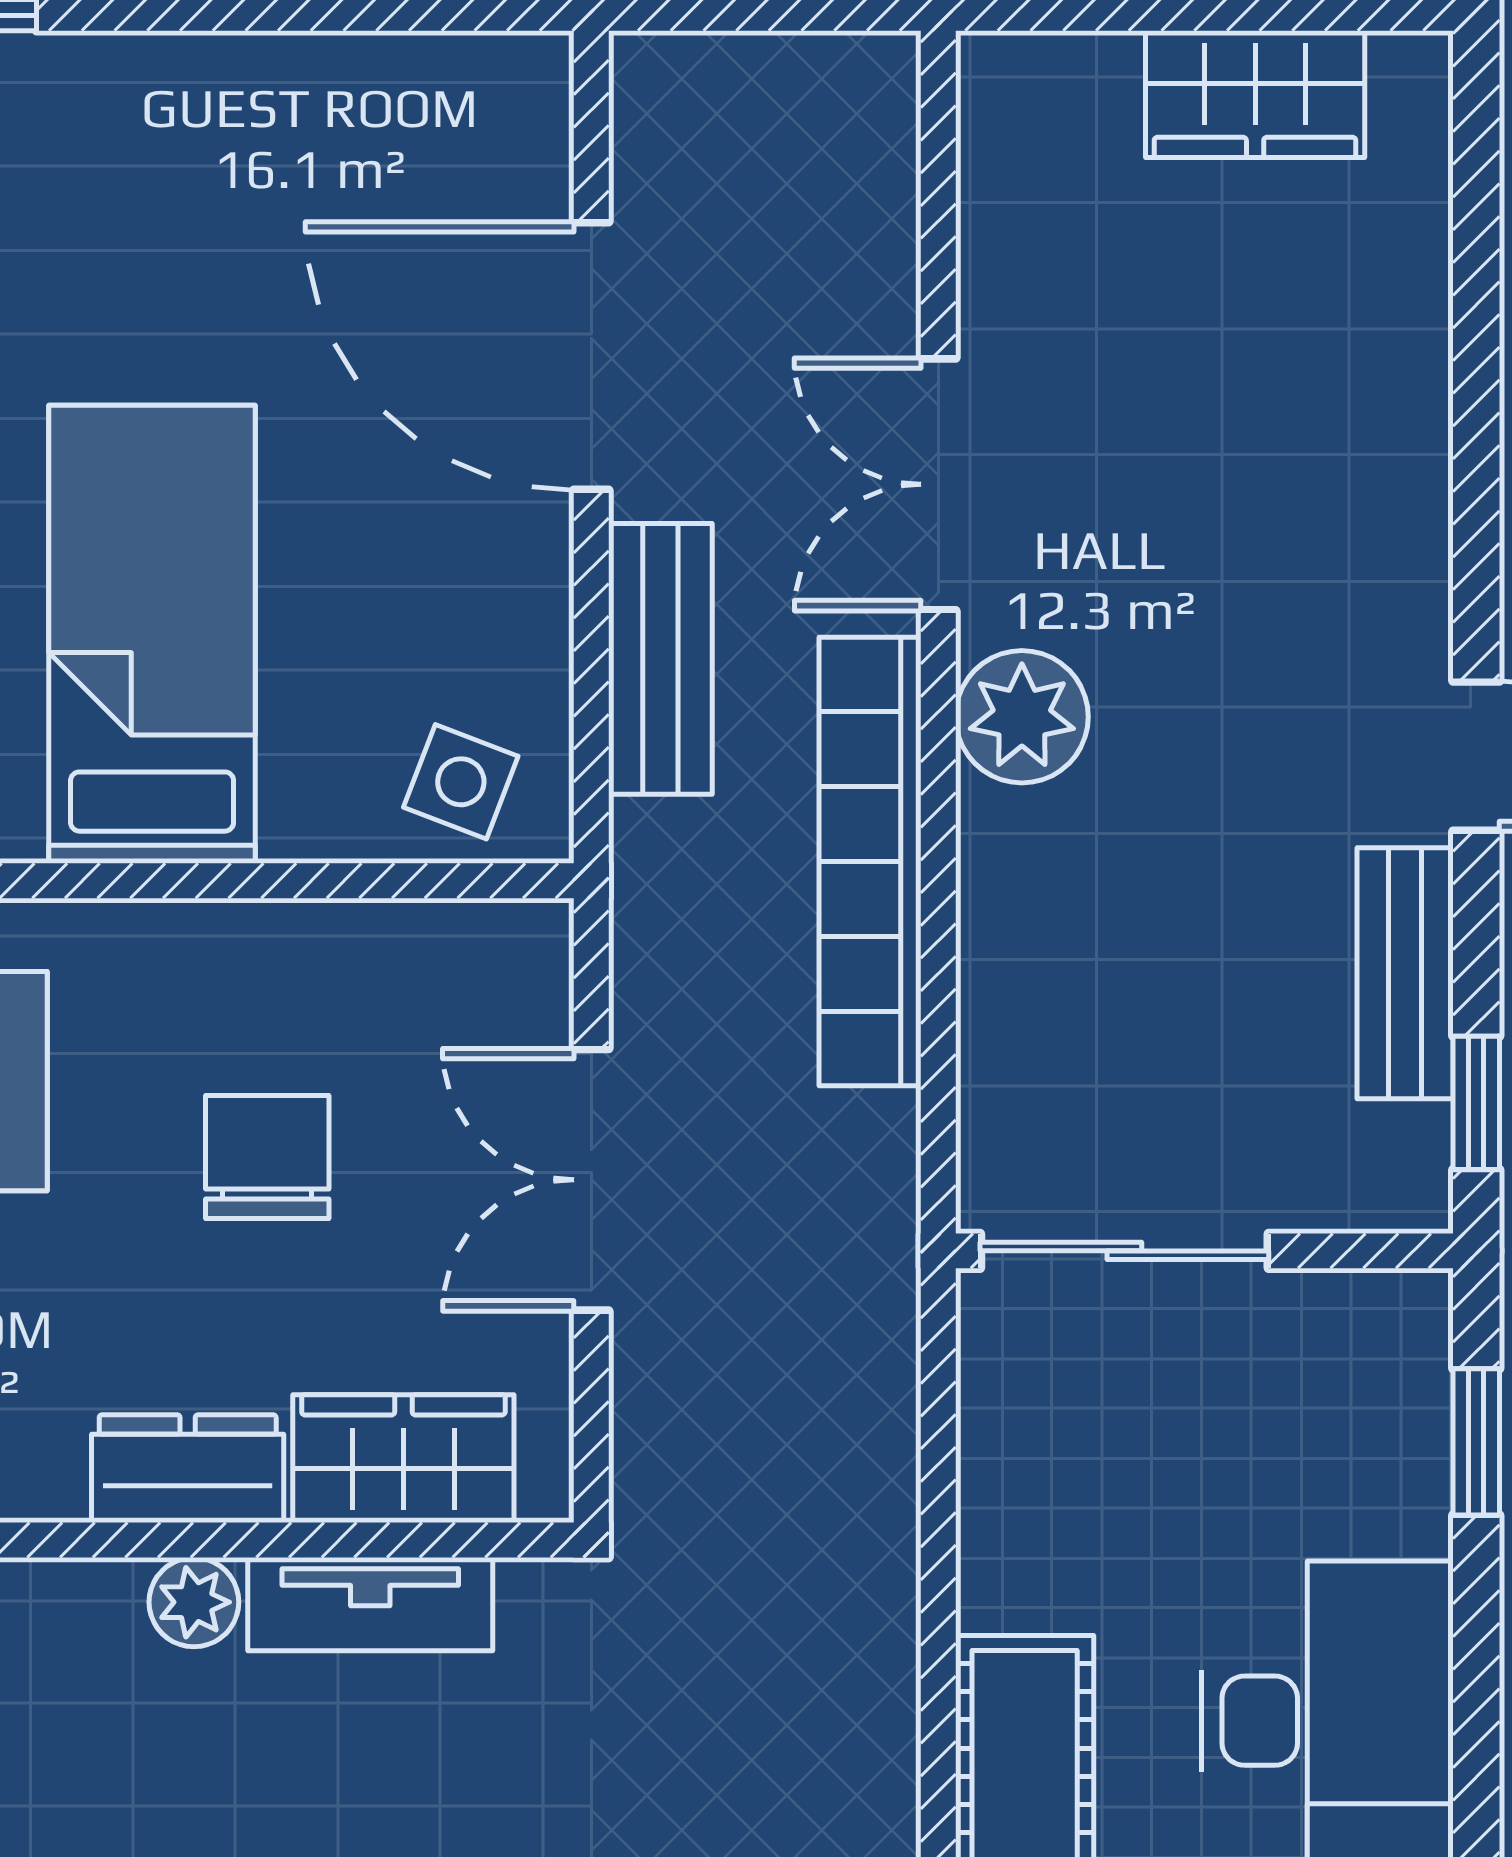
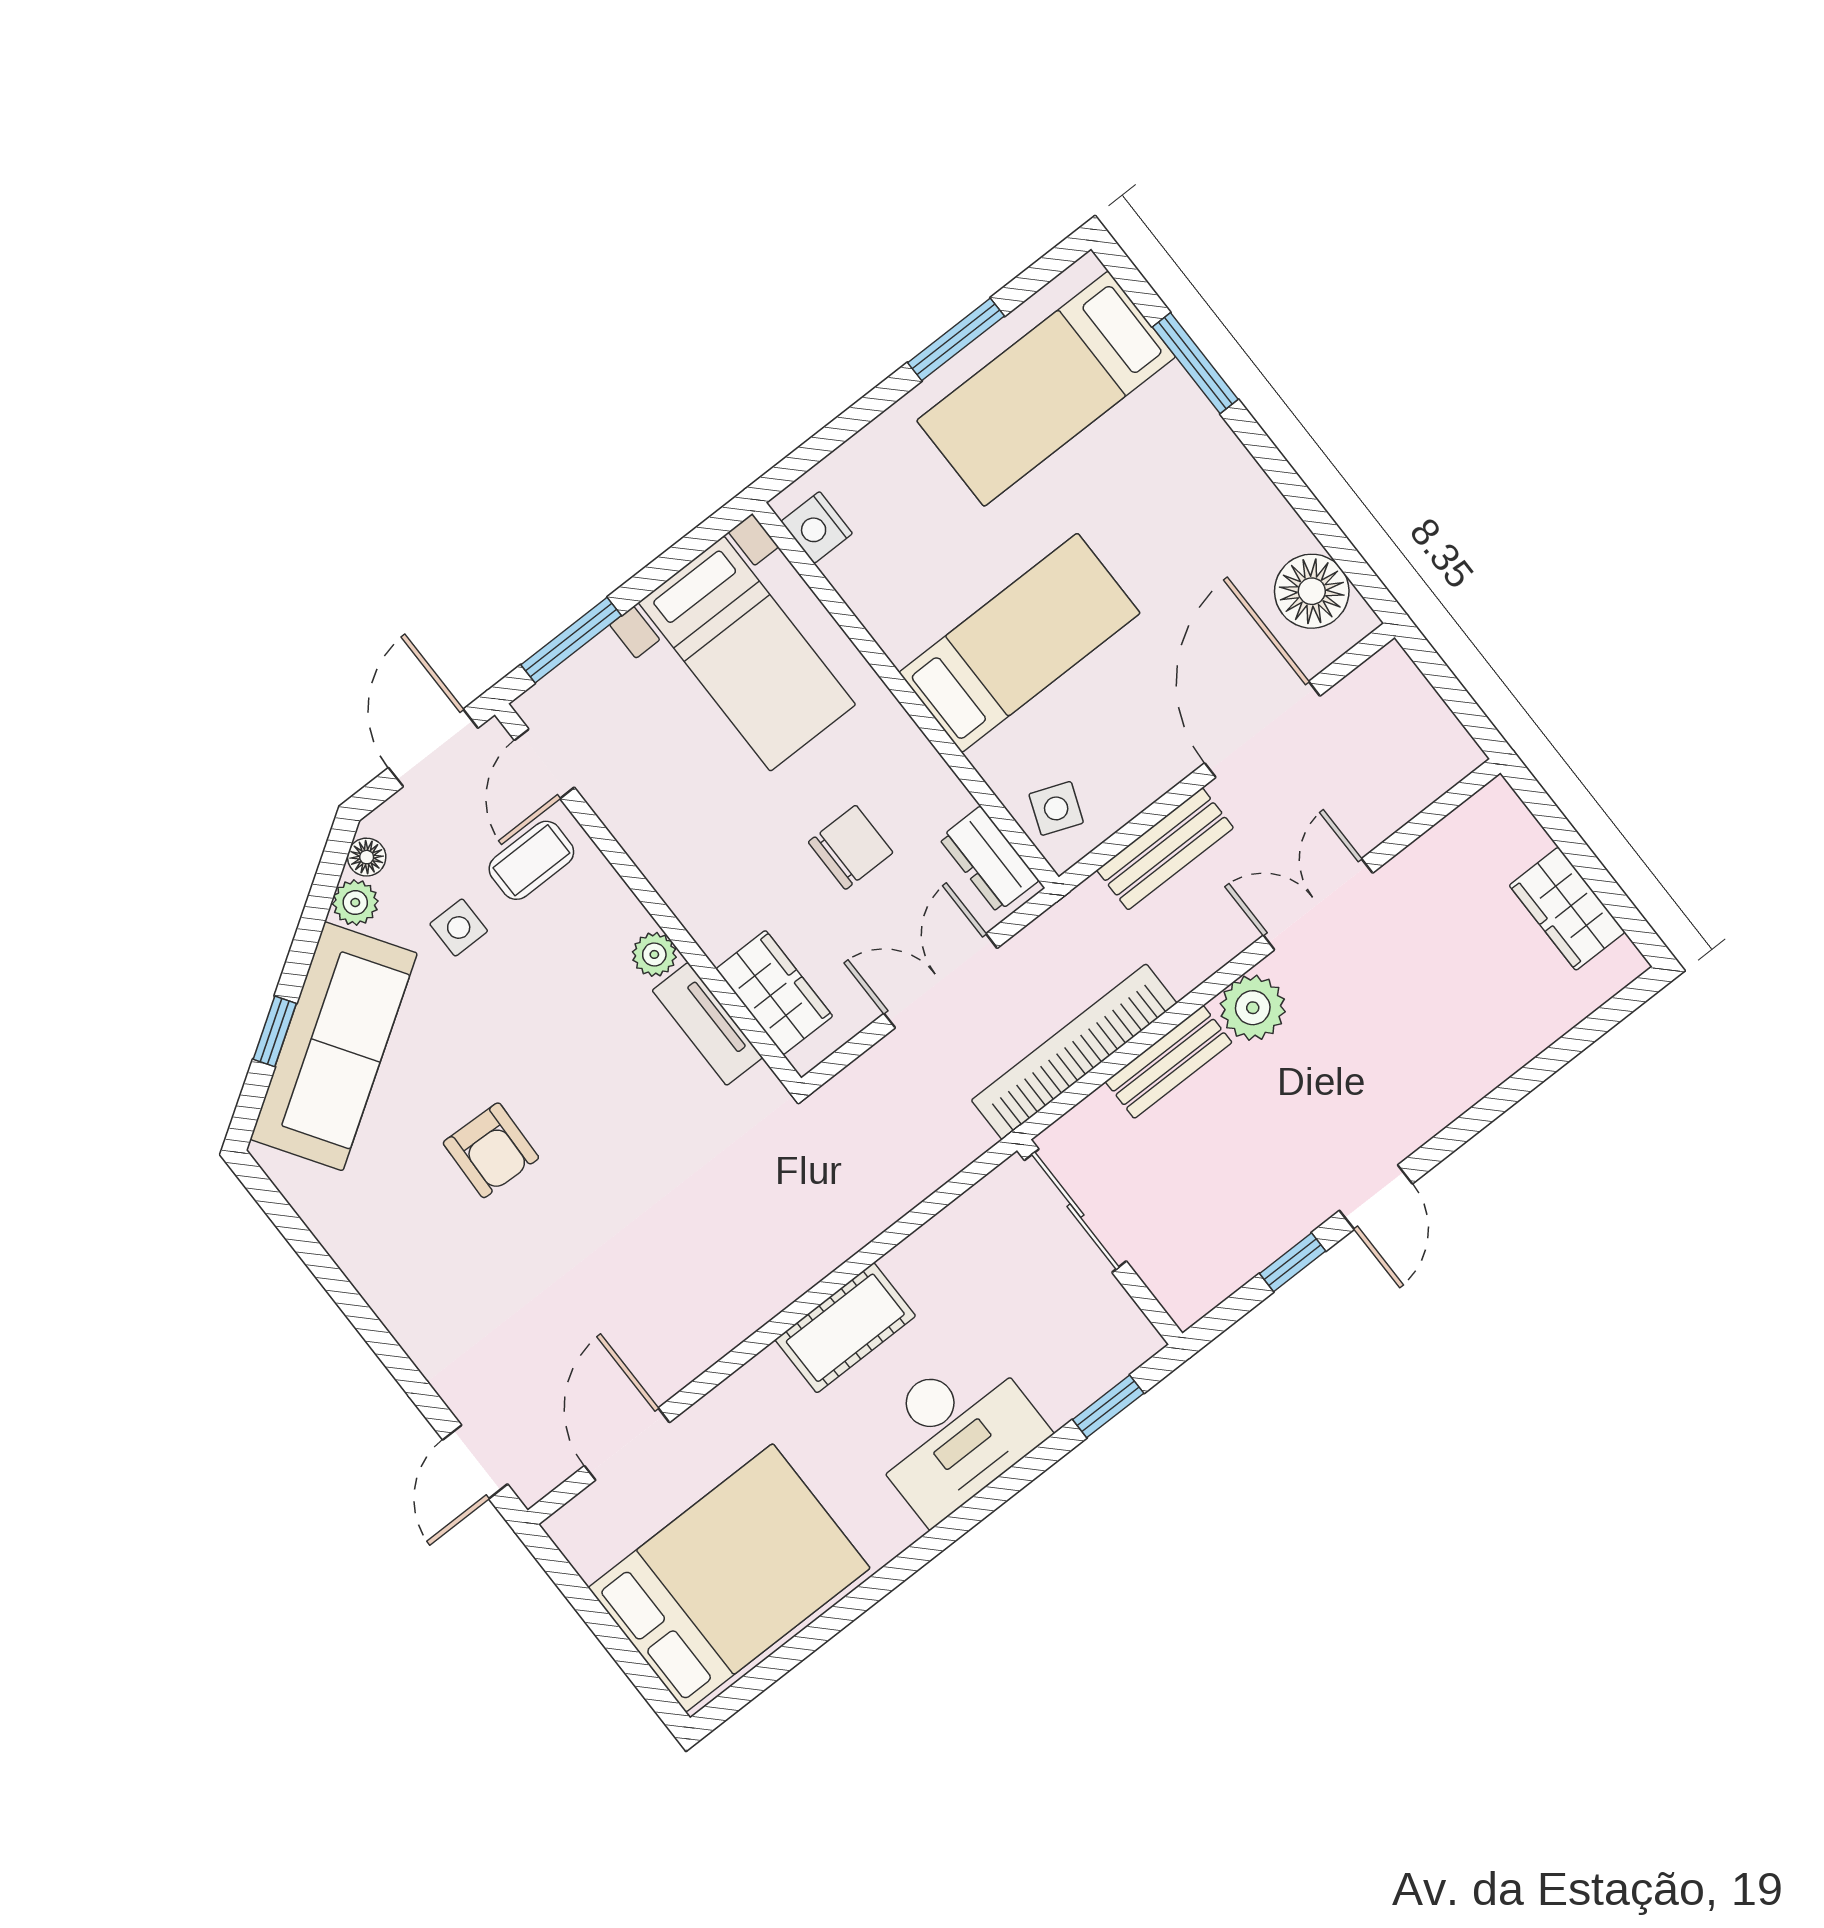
floor lamp: (433, 105) -> (1312, 591), added
bookcase: (870, 861) -> (1074, 1052), moved
bench: (1405, 973) -> (1169, 1062), moved
window: (1476, 1103) -> (1293, 1262), moved
dresser: (188, 1469) -> (989, 859), moved, turned 180

